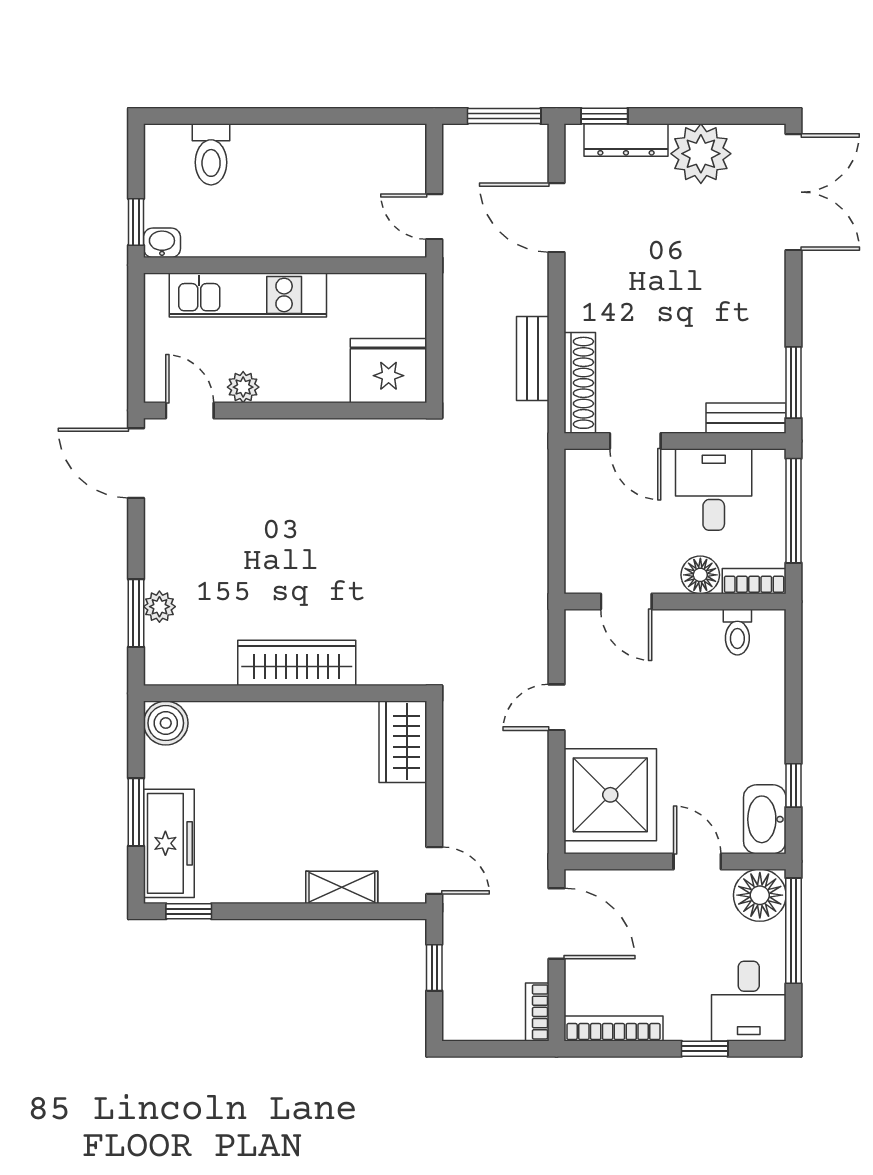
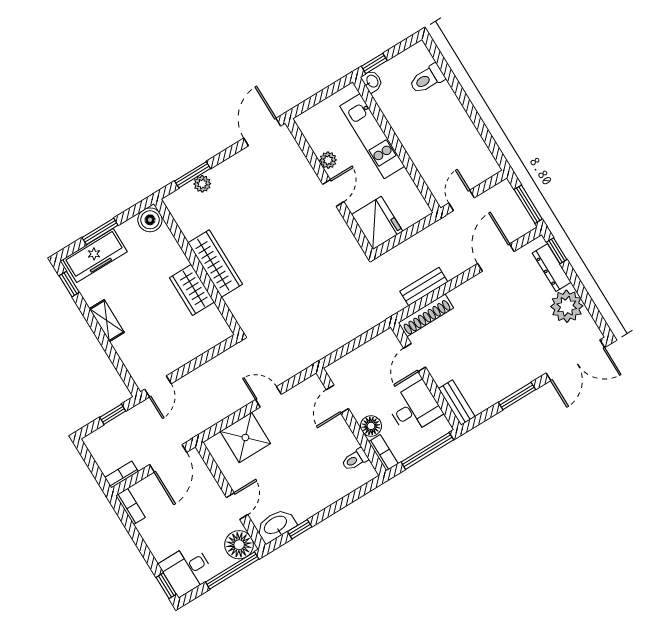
window: (793, 383) -> (517, 396), moved
door: (190, 410) -> (333, 193), moved
wardrobe: (403, 742) -> (192, 290), moved, turned -90
shower: (610, 795) -> (245, 437), width x0.73, depth x0.73
shelving: (342, 887) -> (107, 321), moved
bookcase: (613, 1029) -> (130, 506), width x0.64
window: (705, 1049) -> (166, 586), moved

